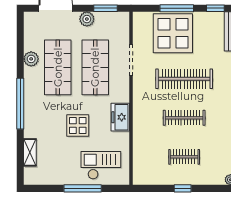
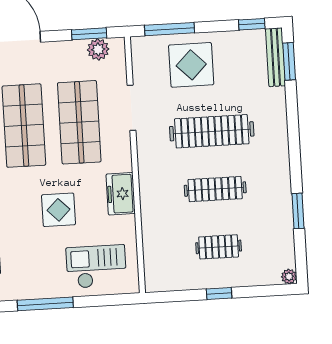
window: (177, 8) -> (170, 29), moved
plant: (87, 19) -> (98, 49), moved
display table: (173, 33) -> (191, 65), width x0.73, depth x0.73
window: (83, 188) -> (45, 304), moved

